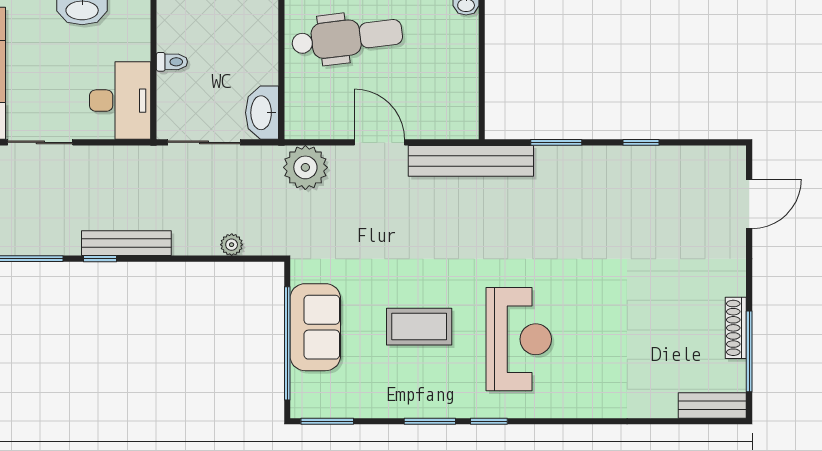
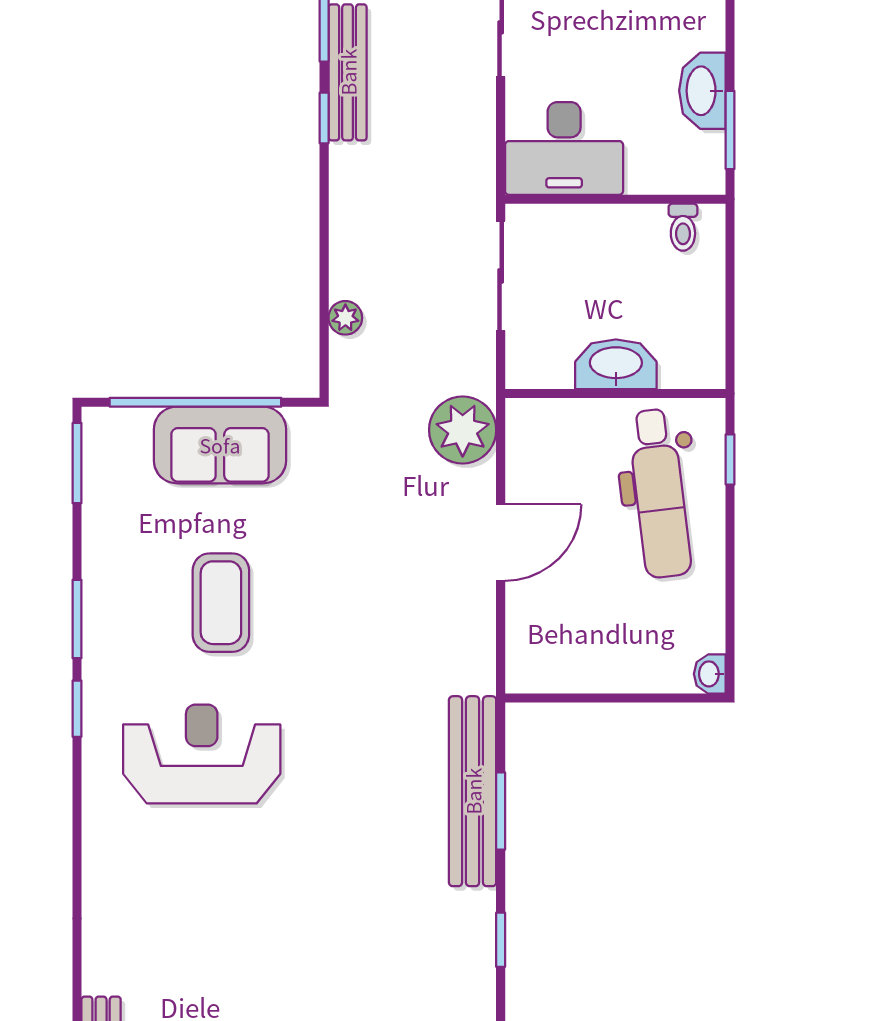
toilet: (172, 62) -> (683, 227), moved
washbasin: (262, 113) -> (616, 364), moved
bench: (471, 161) -> (473, 791), moved
bench: (126, 243) -> (348, 72), moved
reception desk: (519, 339) -> (202, 754), turned 180

